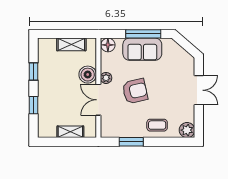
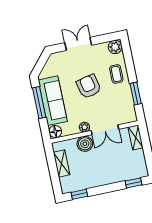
sofa: (142, 49) -> (53, 101), width x1.36
window: (33, 71) -> (79, 194), moved
armchair: (135, 91) -> (89, 86), moved
window: (33, 105) -> (134, 183), moved
shelving: (70, 132) -> (136, 137), moved

